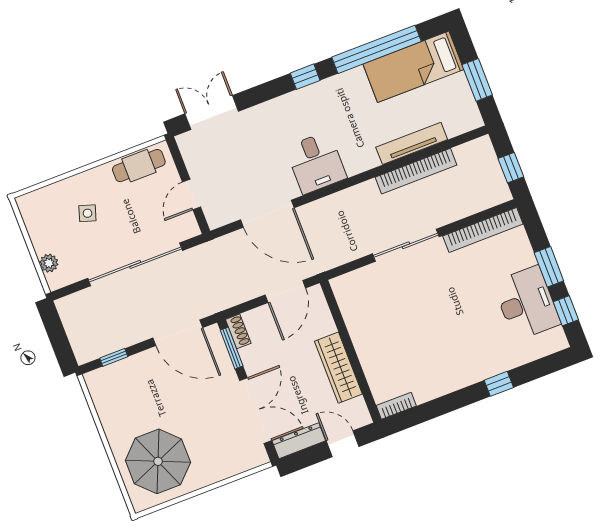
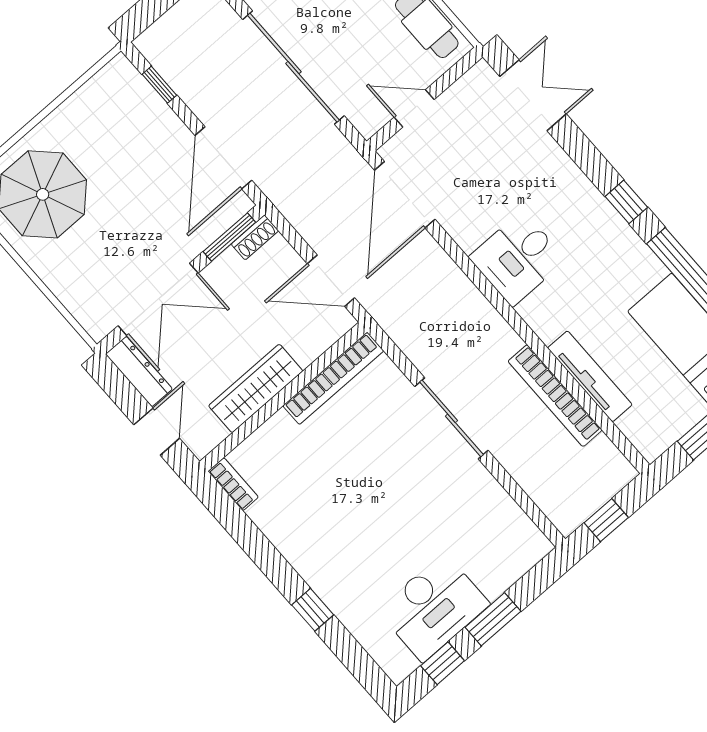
door: (267, 214) -> (405, 195), moved
bookcase: (483, 230) -> (333, 378), moved, turned -90

